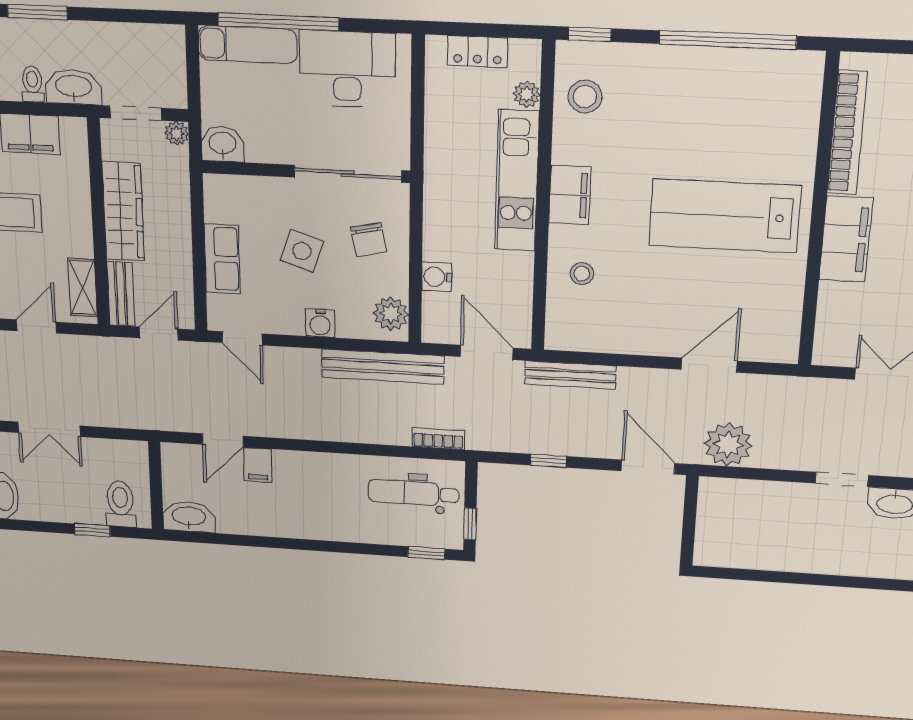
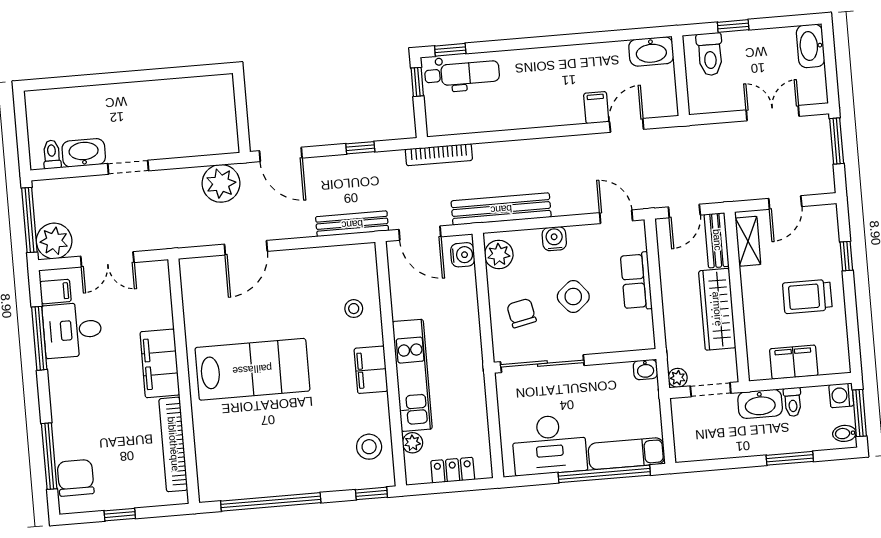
washbasin: (223, 144) -> (645, 370), width x0.72, depth x0.69
side table: (302, 251) -> (573, 297), turned 31
water cooler: (437, 277) -> (463, 255), moved
bookcase: (438, 438) -> (439, 155), width x1.56
dental chair: (413, 493) -> (462, 74), moved

